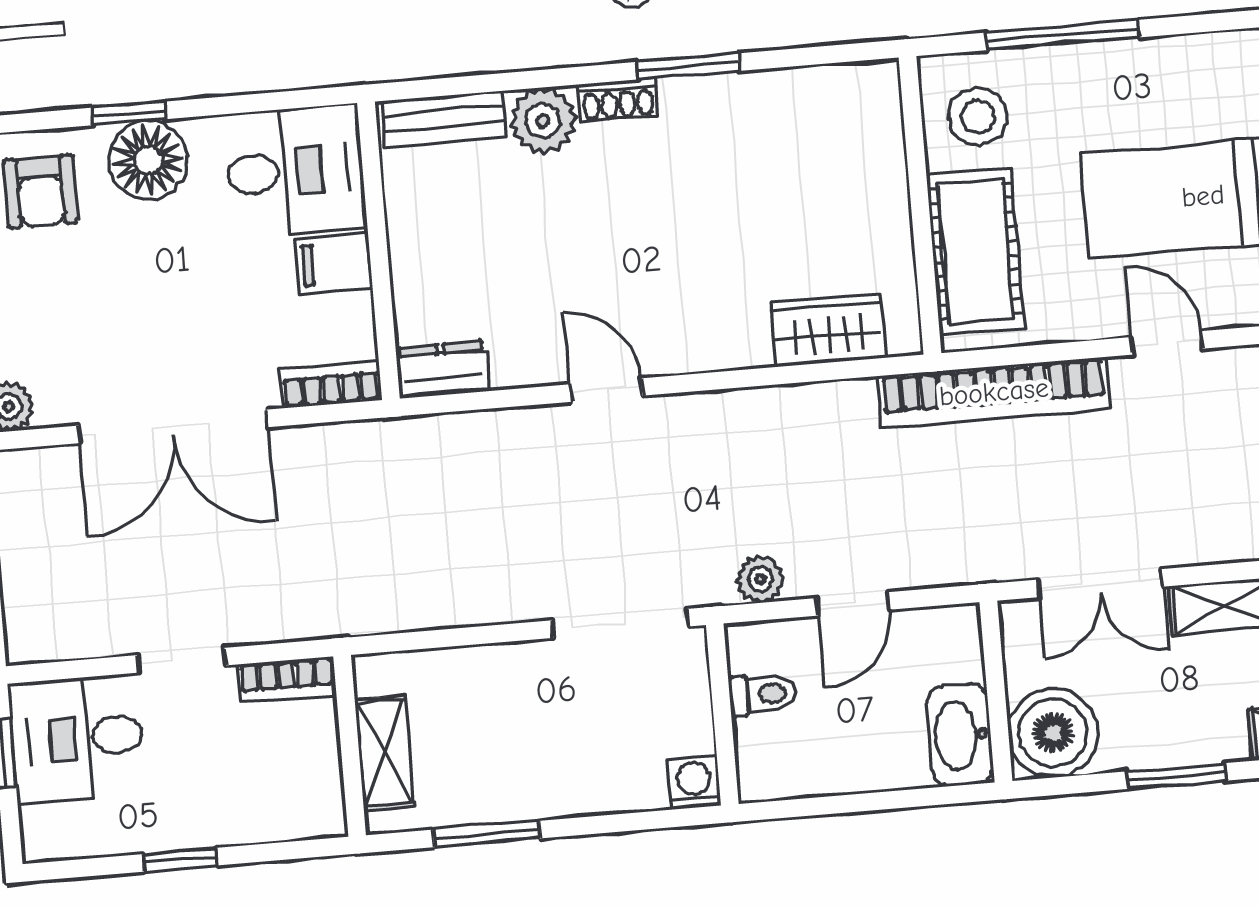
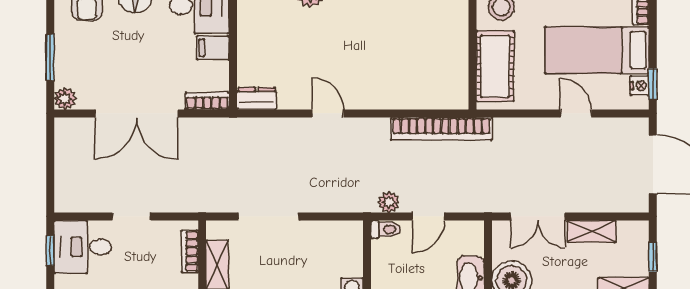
wardrobe: (828, 330) -> (428, 95), removed
bookcase: (994, 392) -> (441, 129), moved
doorway: (620, 623) -> (268, 216), moved
bookcase: (287, 680) -> (190, 251), moved, turned 90
toilet: (763, 695) -> (386, 229), moved

